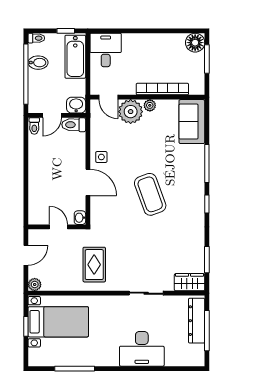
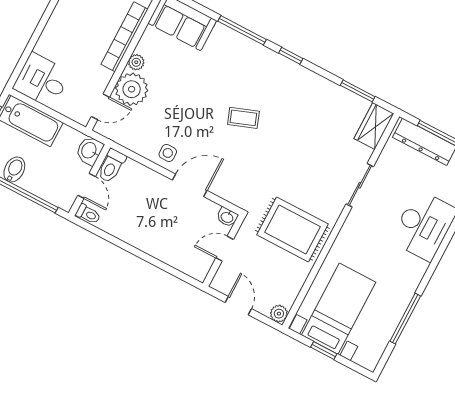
coffee table: (150, 194) -> (243, 118), width x0.54, depth x0.58
rug: (94, 265) -> (293, 229), width x1.36, depth x1.43

